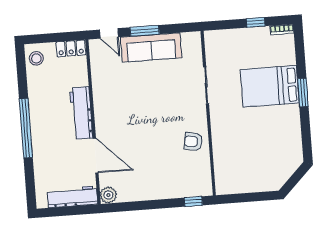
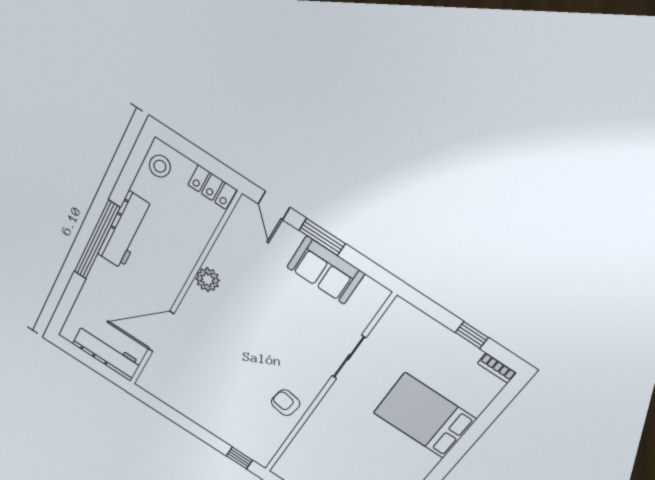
sofa: (151, 47) -> (326, 270), width x0.73
window: (303, 93) -> (458, 452), removed
workbench: (81, 113) -> (125, 231), moved, turned 180
door: (96, 156) -> (161, 332), swing flipped
plant: (108, 195) -> (208, 280), moved

